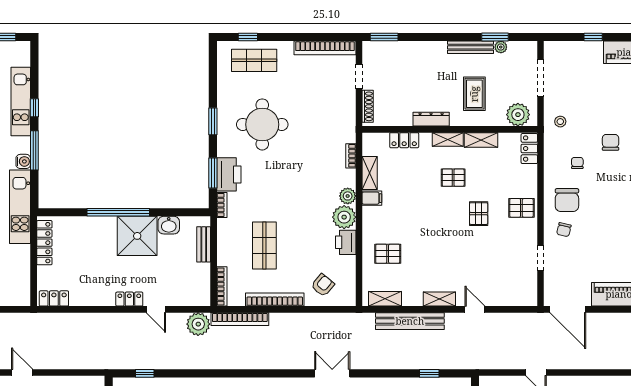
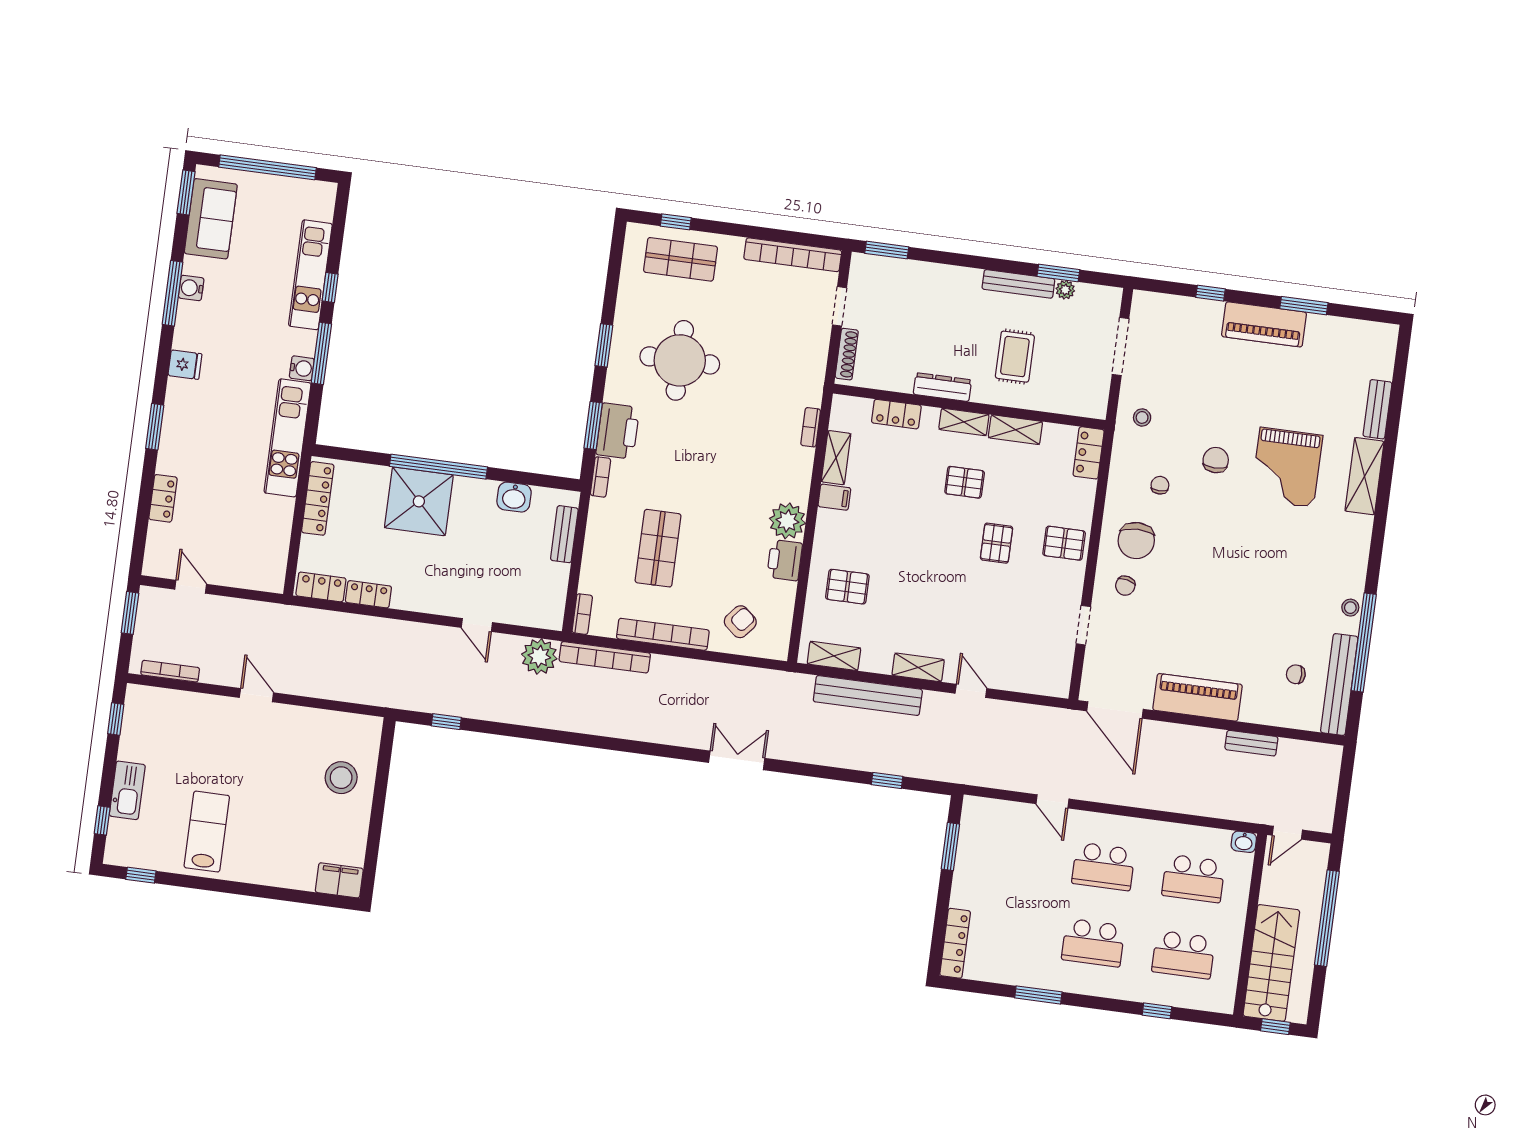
plant: (518, 115) -> (1078, 398), removed
plant: (348, 196) -> (797, 489), removed
shower: (137, 236) -> (419, 501), moved
bookcase: (222, 286) -> (582, 614), width x0.64
locker: (129, 299) -> (368, 594), moved

